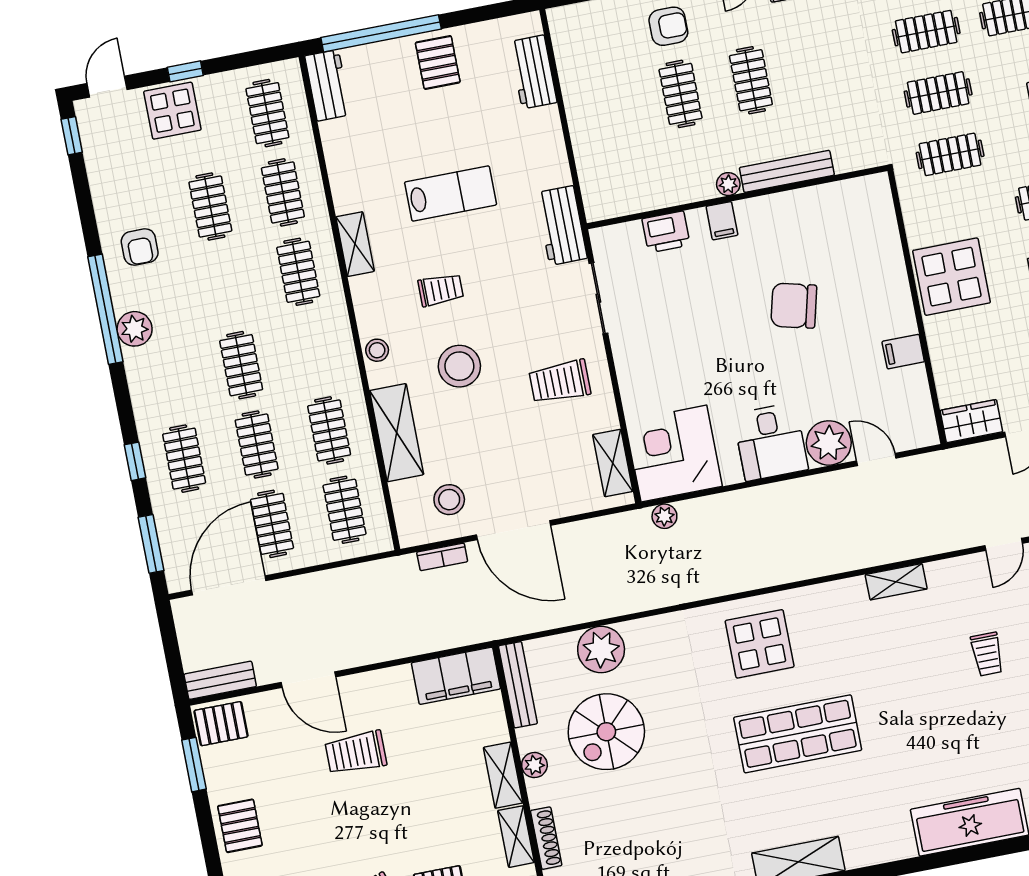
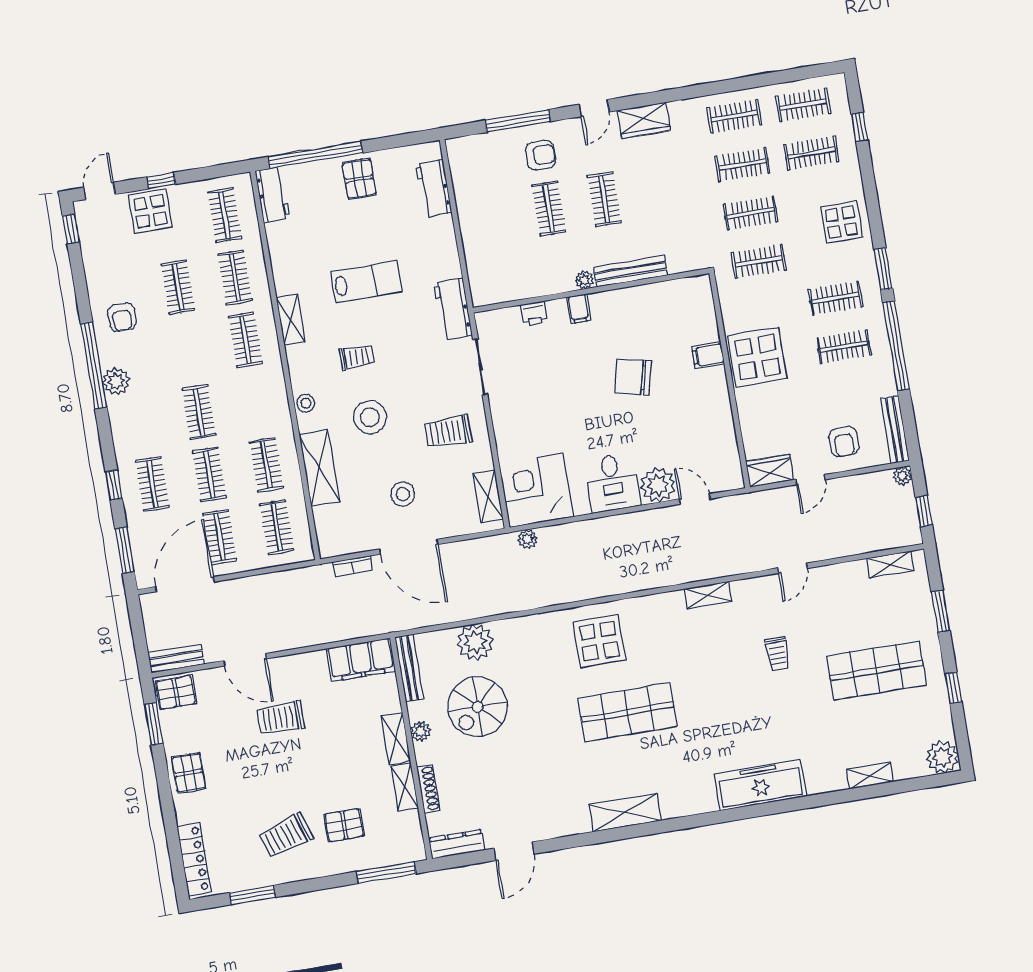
printer: (666, 232) -> (534, 314), width x0.73, depth x0.81
filing cabinet: (903, 352) -> (708, 355), moved
stool: (449, 500) -> (403, 494), moved

